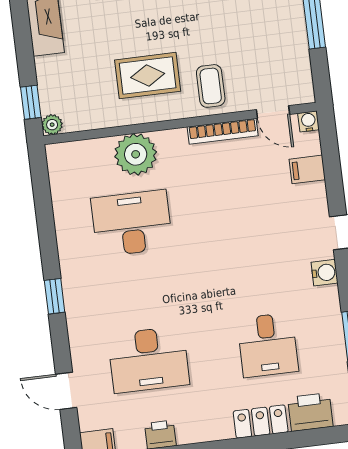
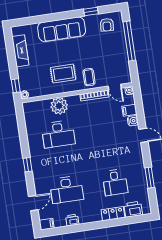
desk: (132, 223) -> (58, 134), turned 180
water cooler: (325, 273) -> (133, 121), moved
door: (66, 391) -> (33, 203), swing flipped

